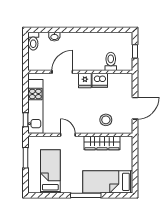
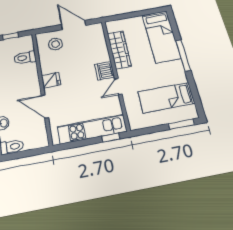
dishwasher: (100, 80) -> (105, 71), moved, turned 180
stool: (106, 120) -> (55, 44), moved
window: (25, 158) -> (181, 124), moved

